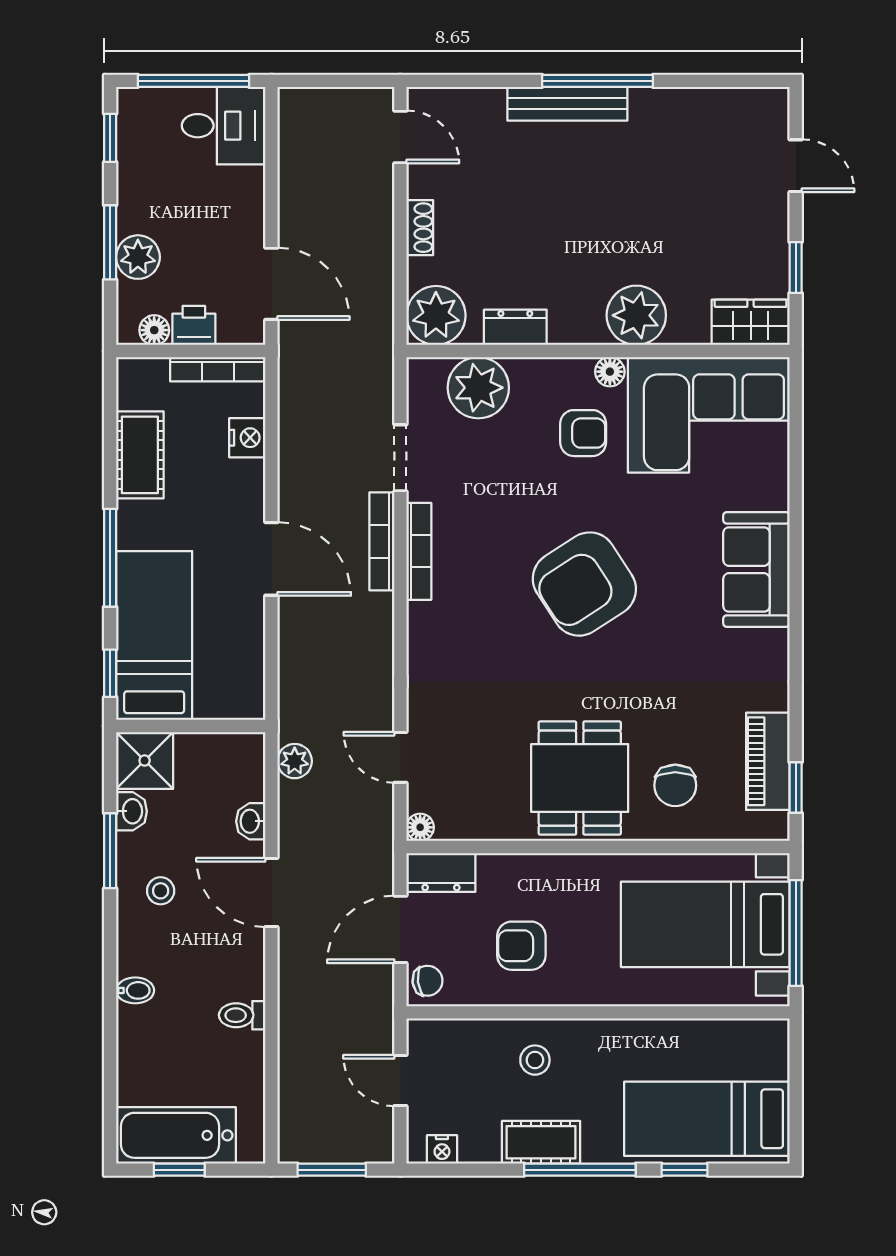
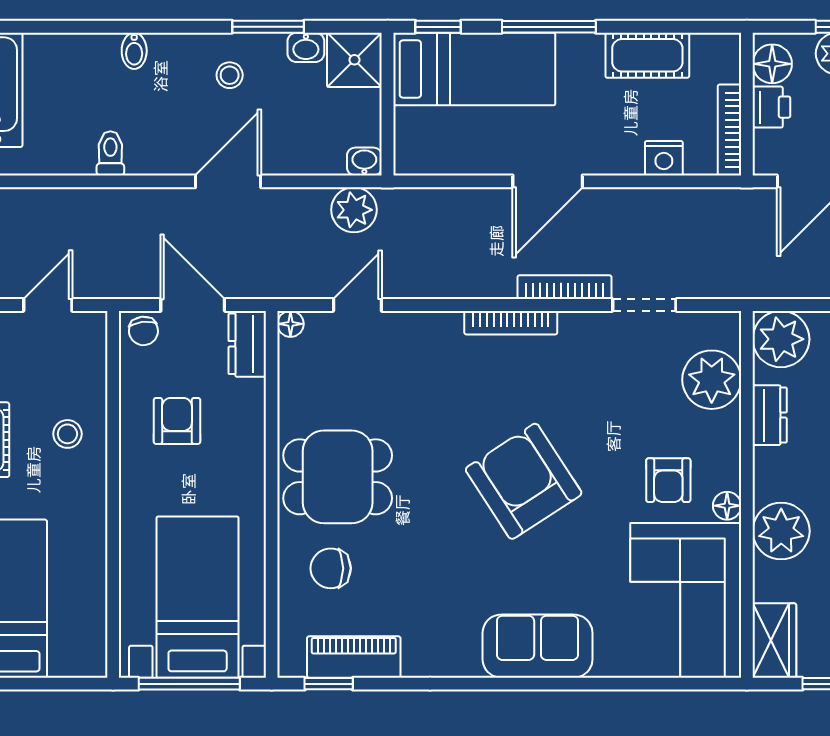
floor lamp: (154, 330) -> (772, 64), width x1.37, depth x1.37
bookcase: (419, 551) -> (511, 323), moved
plant: (295, 761) -> (354, 210), width x1.38, depth x1.38
washbasin: (251, 821) -> (364, 162), moved

